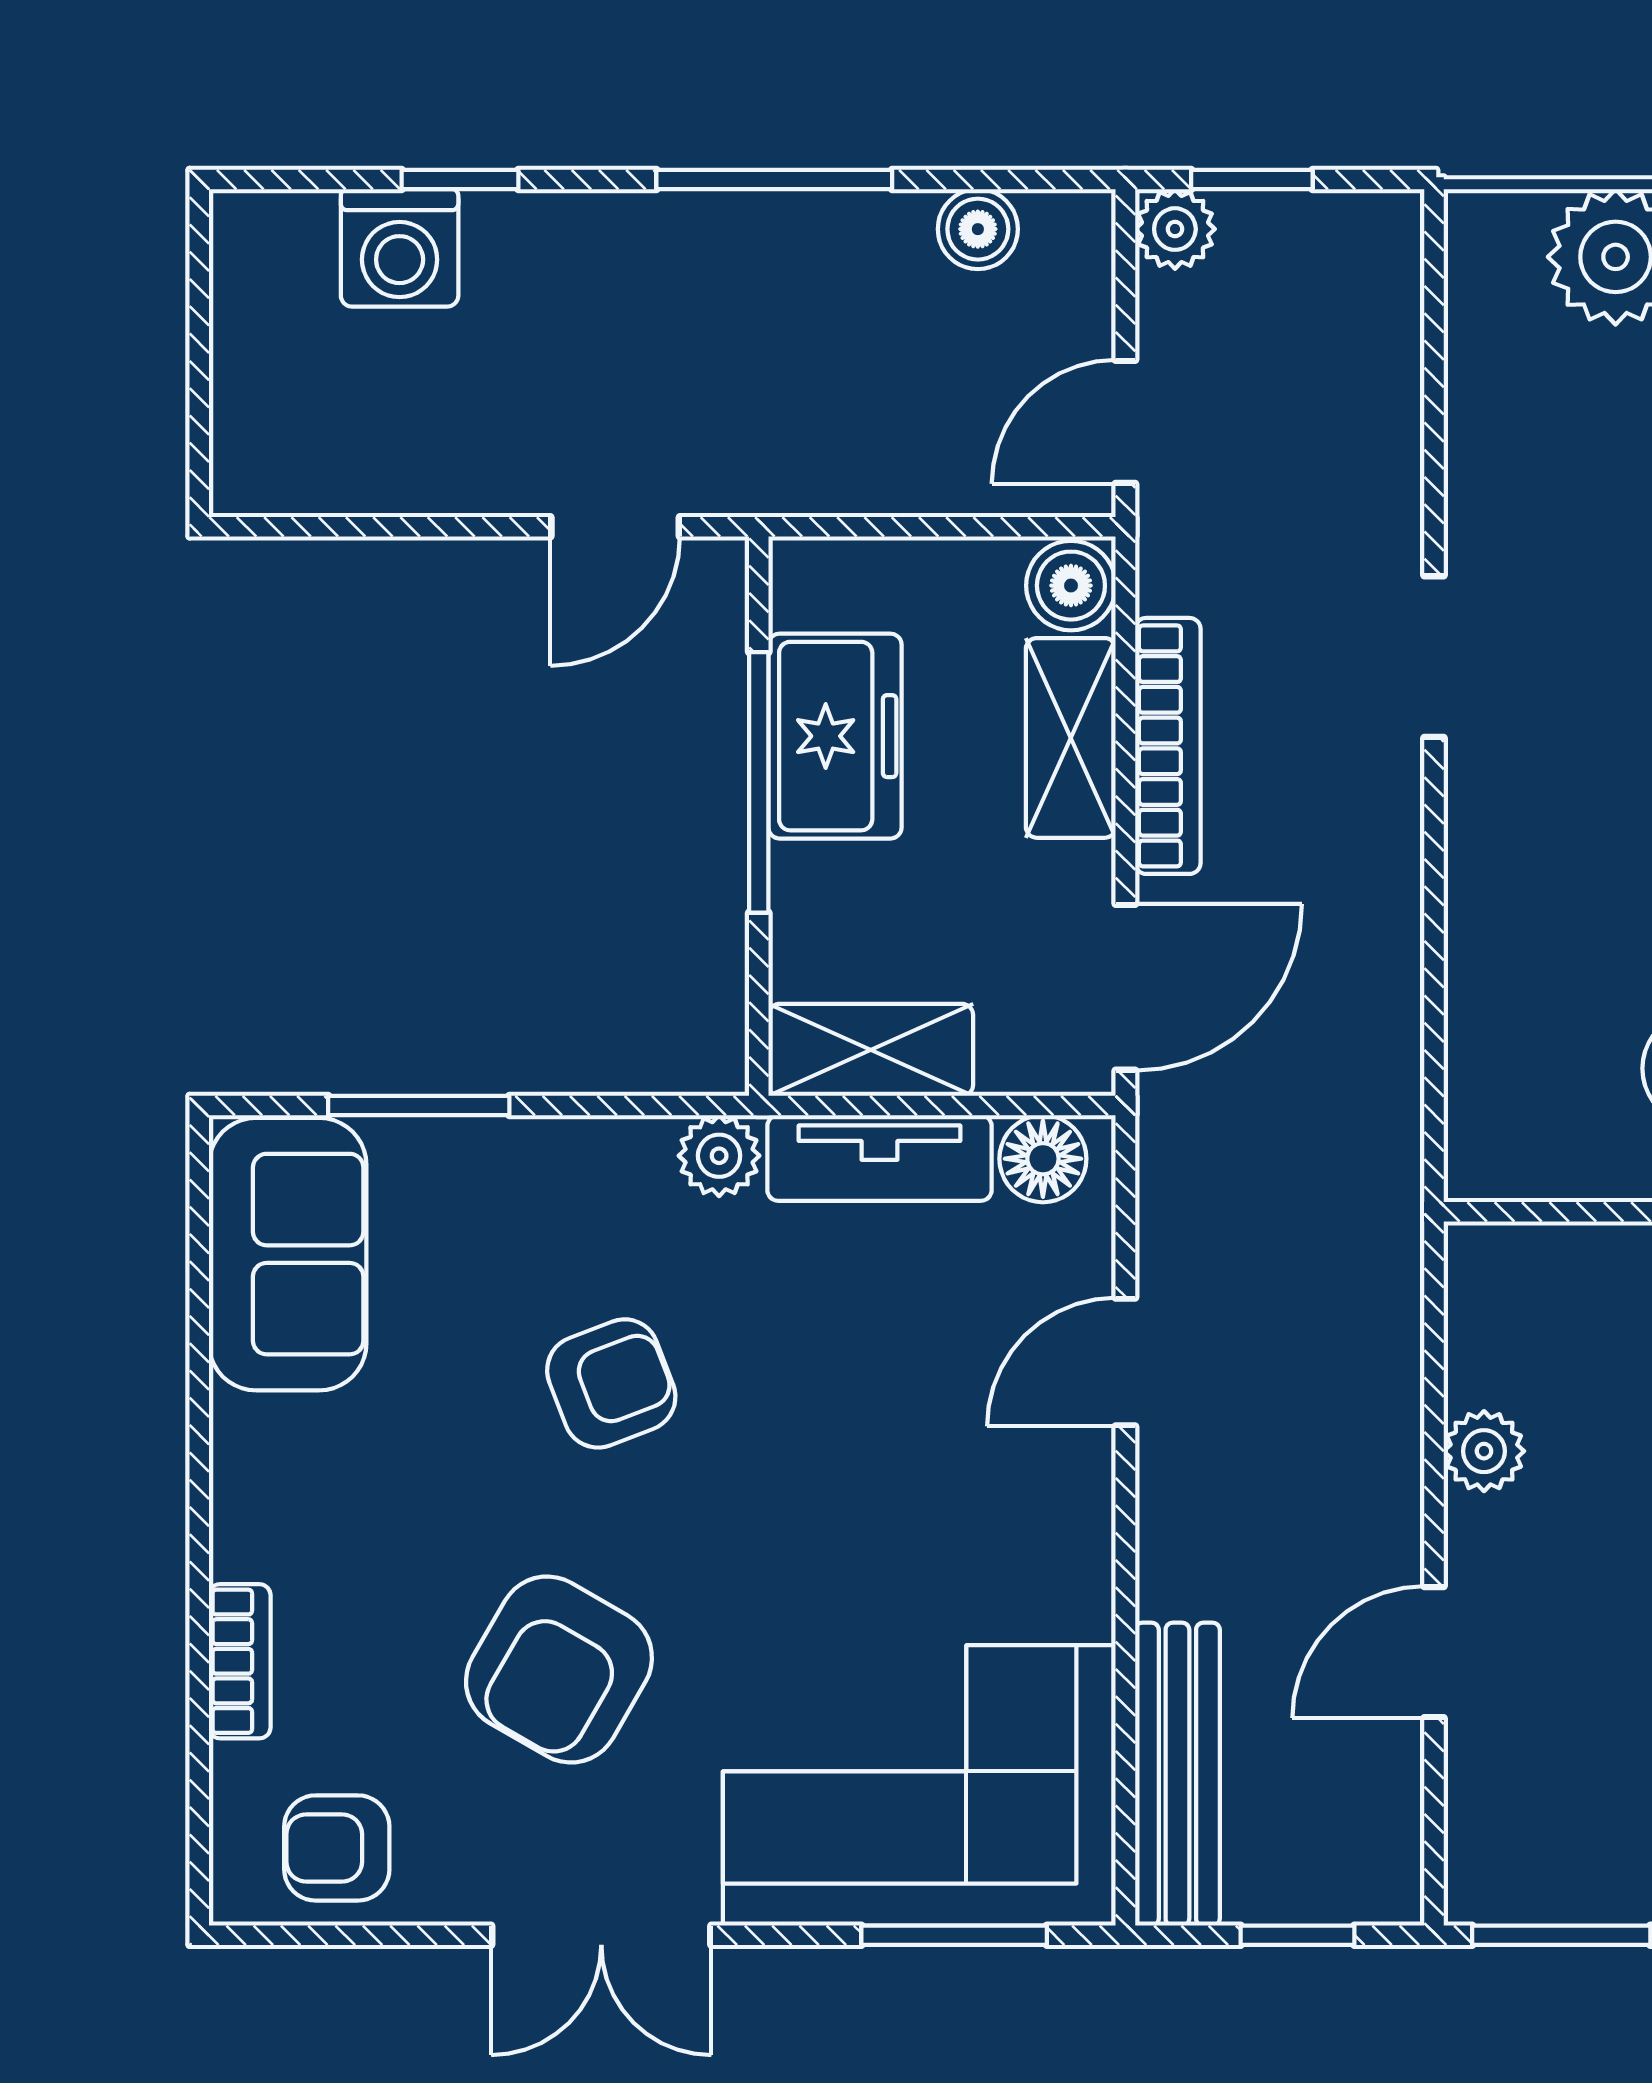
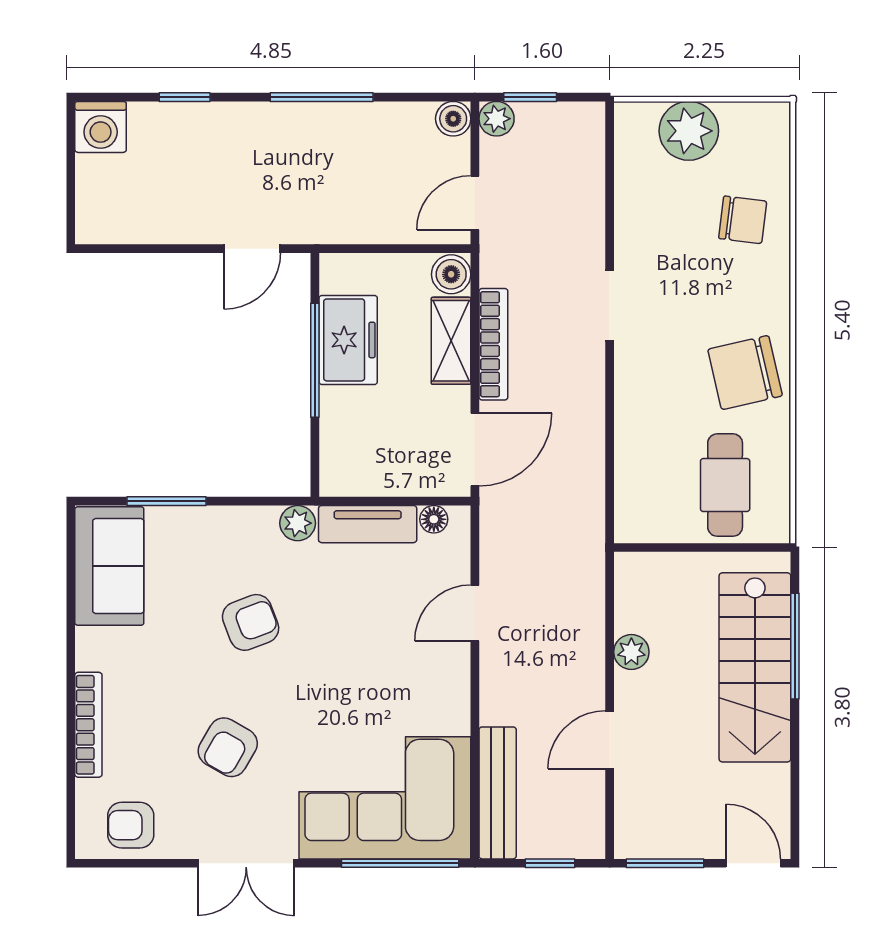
boiler: (978, 229) -> (453, 119), moved
washing machine: (400, 248) -> (101, 127), moved
shelving: (871, 1050) -> (364, 477), removed
floor lamp: (1043, 1159) -> (434, 519), width x0.73, depth x0.73
bookcase: (240, 1661) -> (88, 725), width x1.56
armchair: (559, 1669) -> (228, 747), width x0.72, depth x0.72
window: (954, 1935) -> (400, 863), width x1.44

